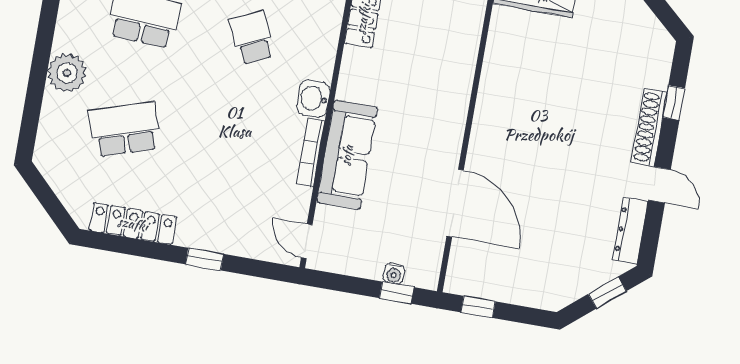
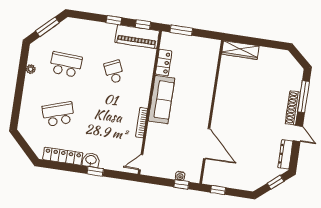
plant: (67, 73) -> (31, 69), moved, width x0.53, depth x0.53
washbasin: (313, 98) -> (91, 160), moved, turned 90
window: (674, 103) -> (303, 97), width x2.17
sofa: (347, 155) -> (161, 100), moved
door: (307, 241) -> (141, 162), hinge flipped

